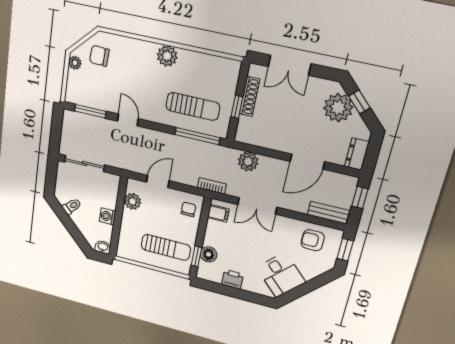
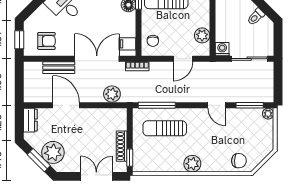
chair: (99, 56) -> (239, 161), moved
plant: (75, 63) -> (268, 114), moved
window: (359, 102) -> (39, 160), width x1.50
window: (237, 107) -> (130, 158), moved
door: (307, 162) -> (66, 105), hinge flipped
window: (360, 197) -> (19, 86), removed
double door: (257, 206) -> (97, 59), width x1.37
bench: (328, 213) -> (59, 68), moved
washing machine: (108, 216) -> (222, 49), moved, turned -90

